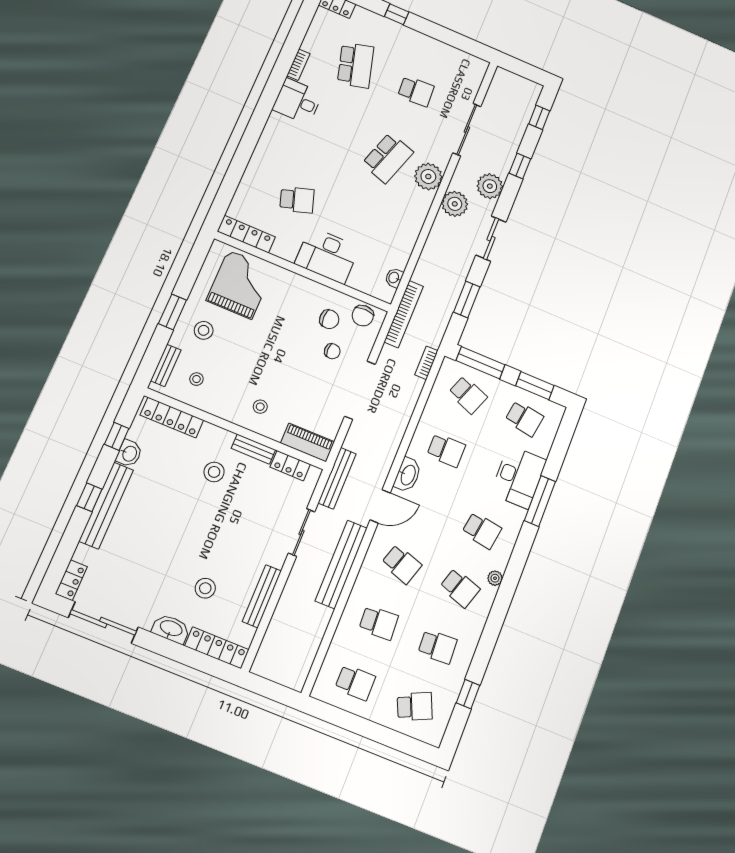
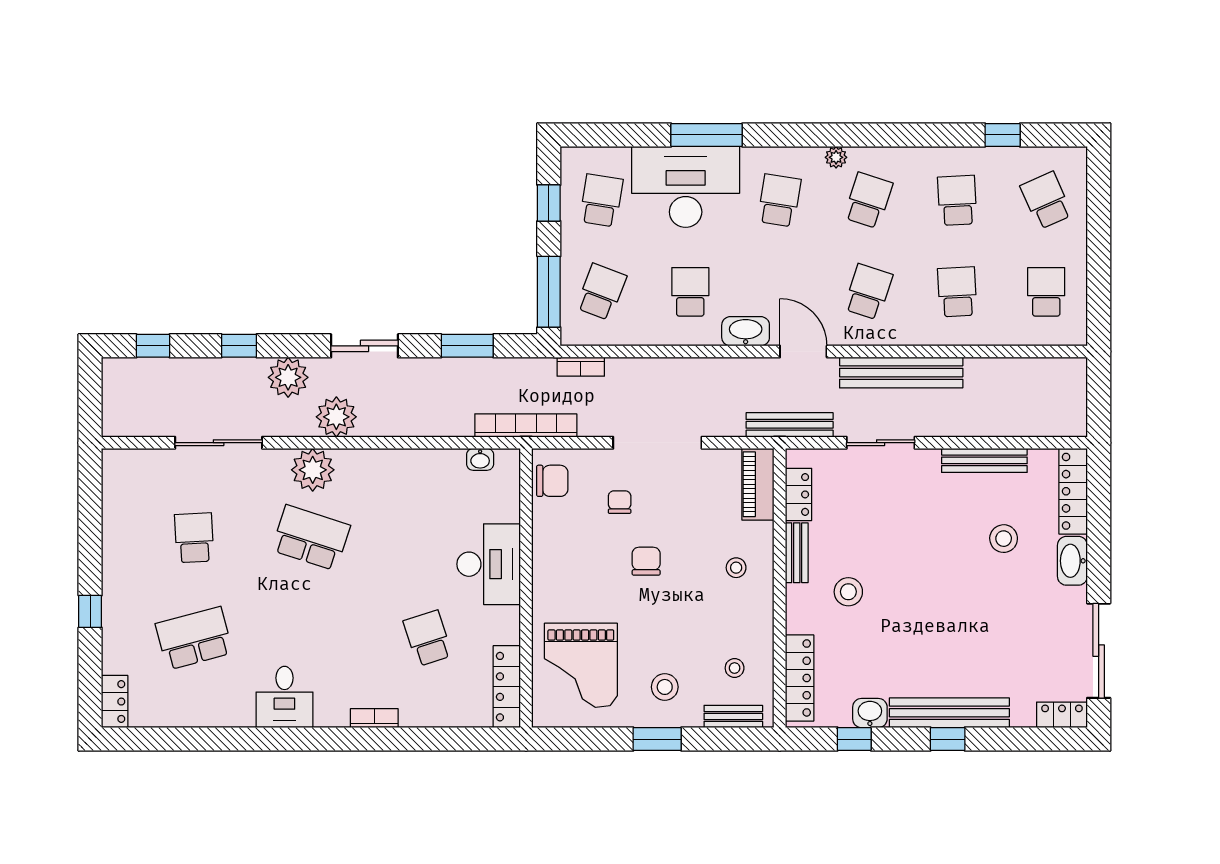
bookcase: (298, 65) -> (374, 718), moved
grand piano: (240, 285) -> (581, 665), turned -90
chair: (329, 319) -> (646, 561), moved
window: (535, 386) -> (549, 203), width x0.67
desk: (518, 477) -> (686, 187), width x1.36, depth x1.30

